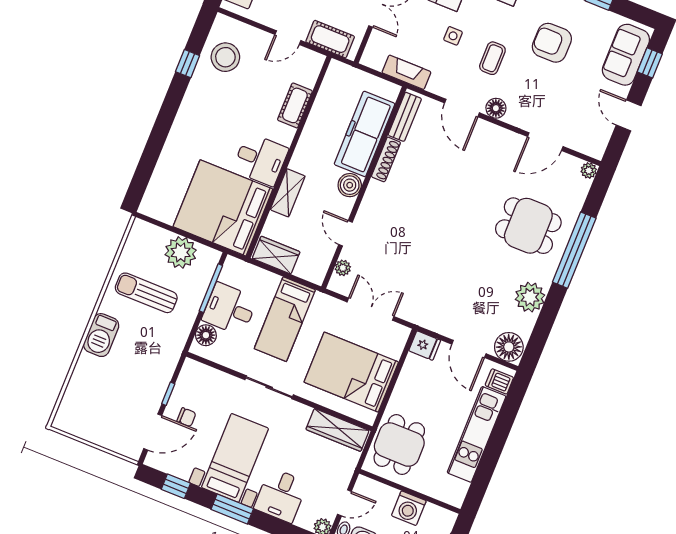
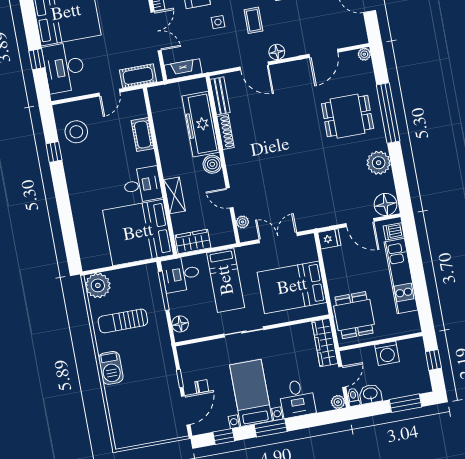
fireplace: (406, 72) -> (183, 69), moved
plant: (181, 252) -> (98, 285), moved
desk: (230, 309) -> (181, 274), moved
wardrobe: (337, 430) -> (325, 343), moved, turned 90

